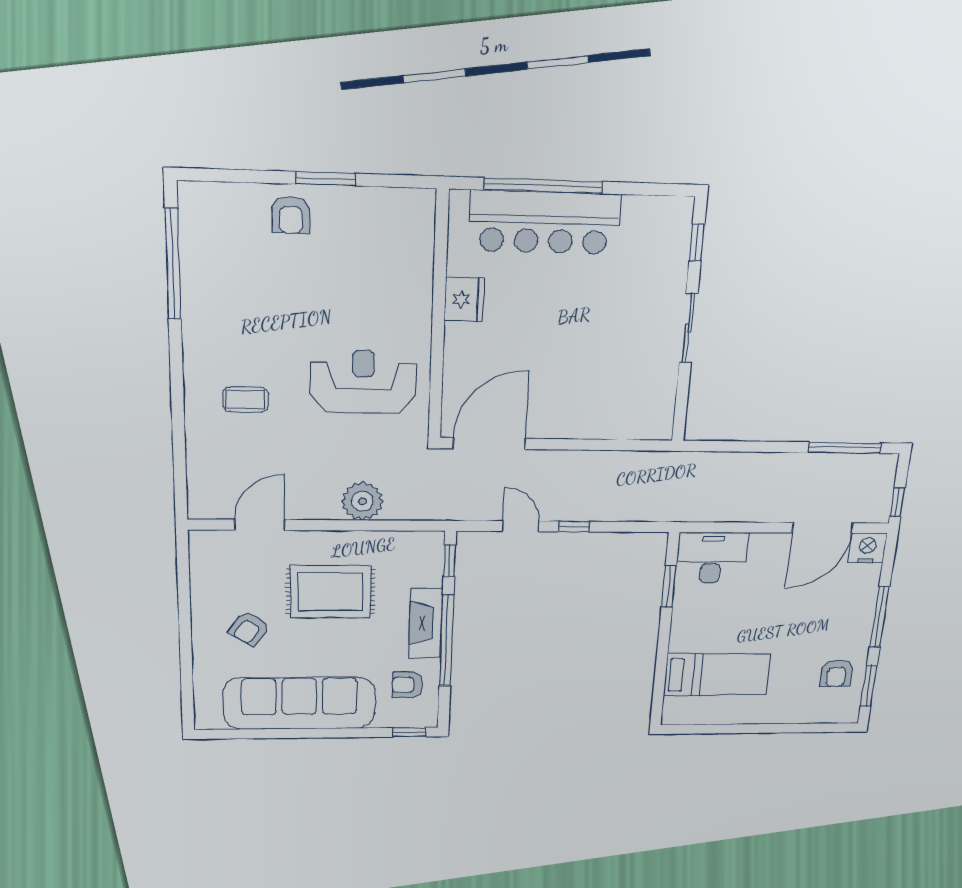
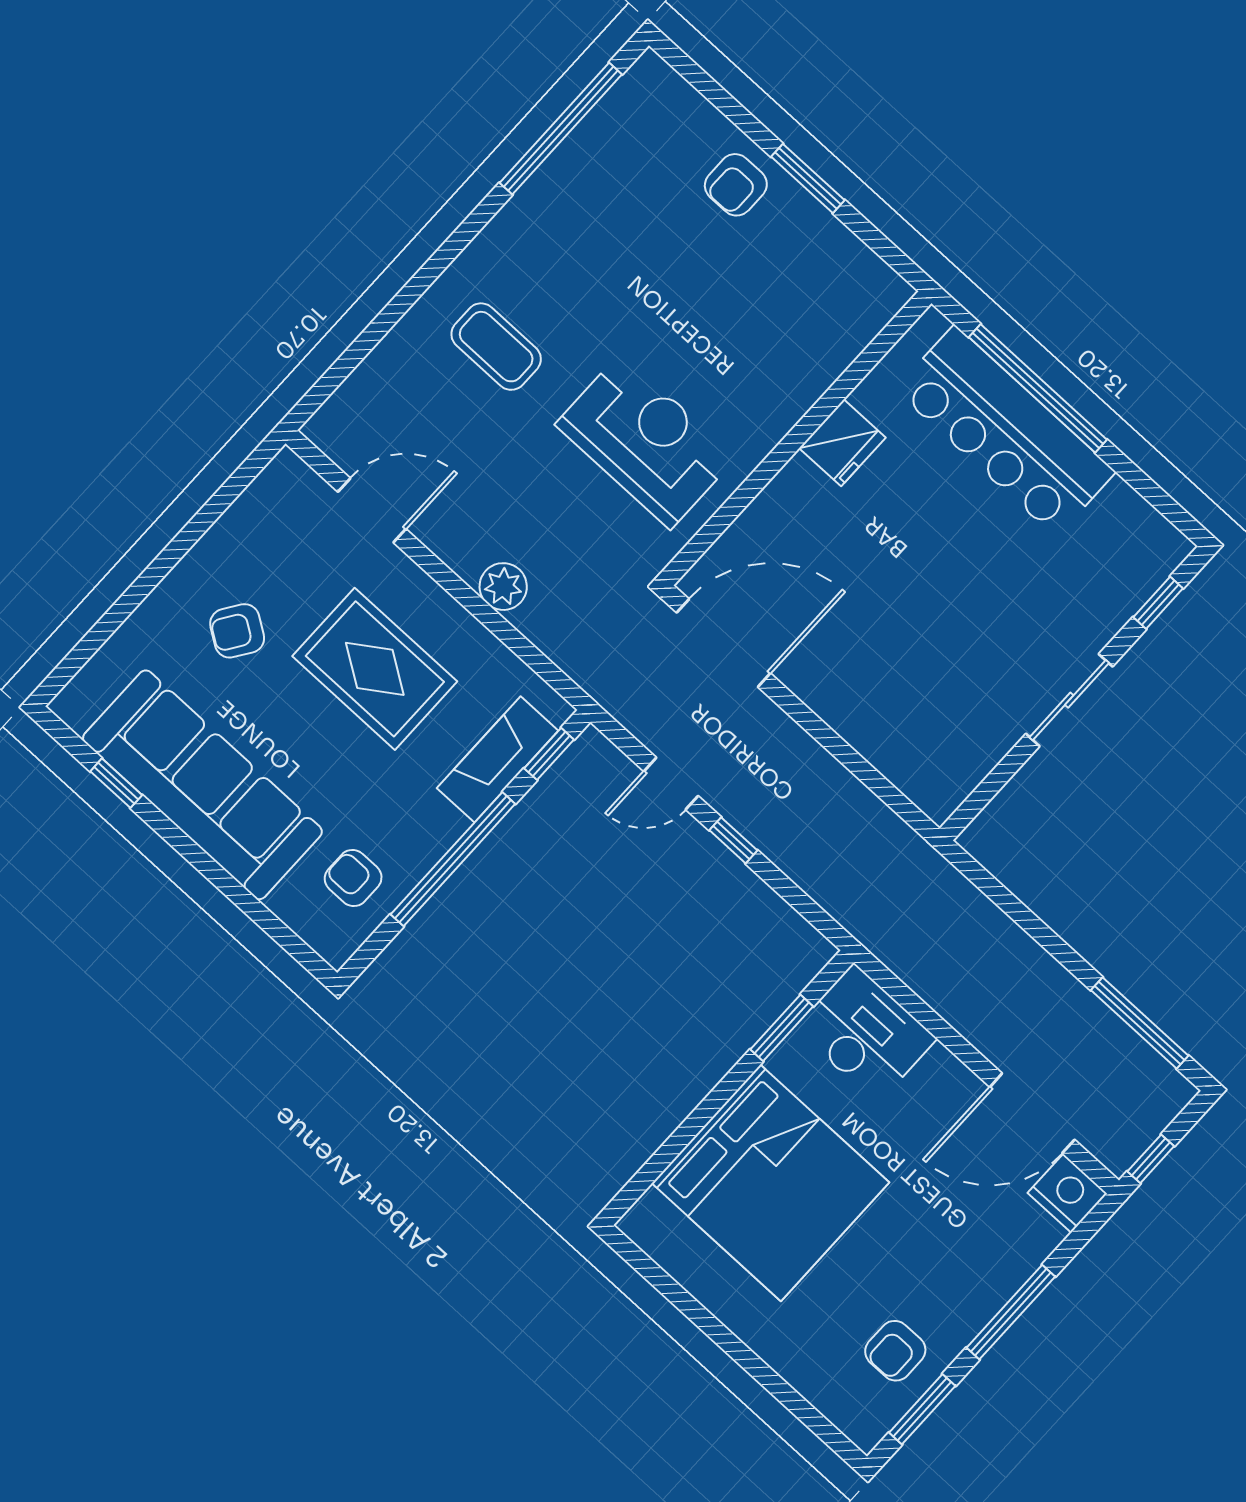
coffee table: (245, 400) -> (496, 347), width x1.36, depth x1.30
plant: (362, 501) -> (503, 587), width x0.73, depth x0.73
door: (521, 526) -> (671, 784), swing flipped
fireplace: (426, 623) -> (498, 759), moved
bed: (717, 675) -> (771, 1183), width x2.04
window: (409, 732) -> (116, 783), moved

